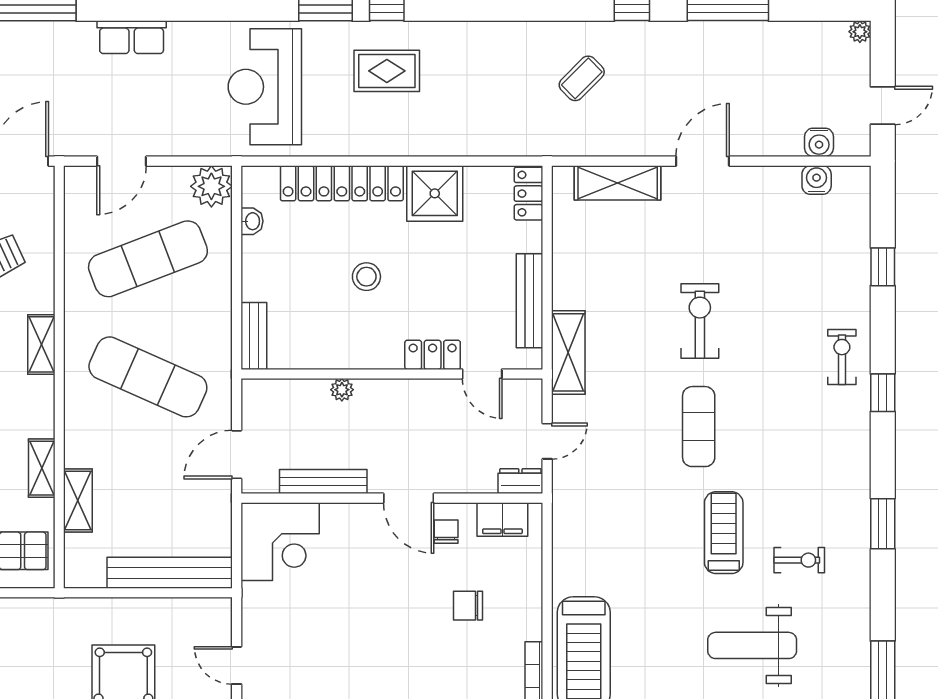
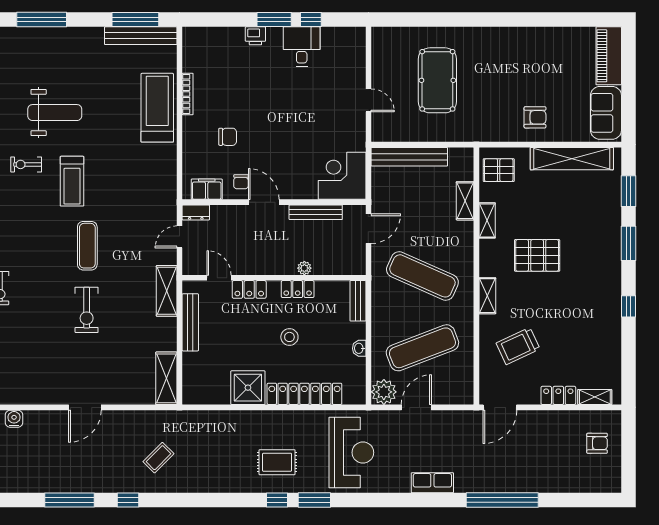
door: (122, 161) -> (416, 407), moved
water cooler: (817, 180) -> (16, 396), removed
shelving: (618, 183) -> (166, 378), moved, turned 90
locker: (528, 194) -> (298, 289), moved, turned 90
washbasin: (252, 221) -> (359, 348), moved

